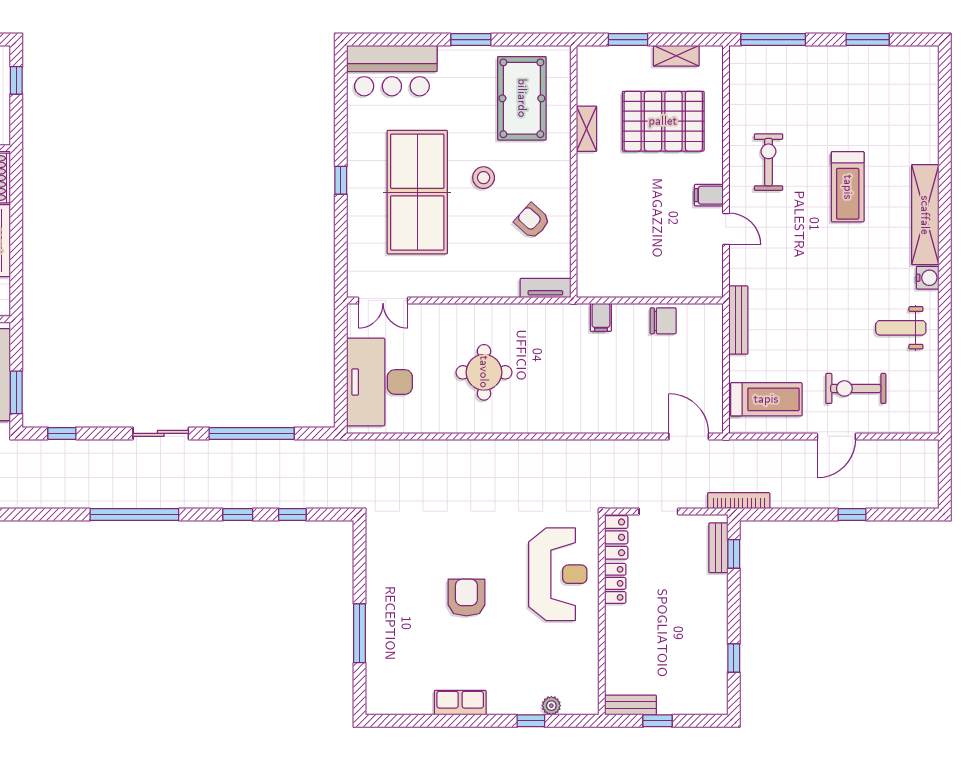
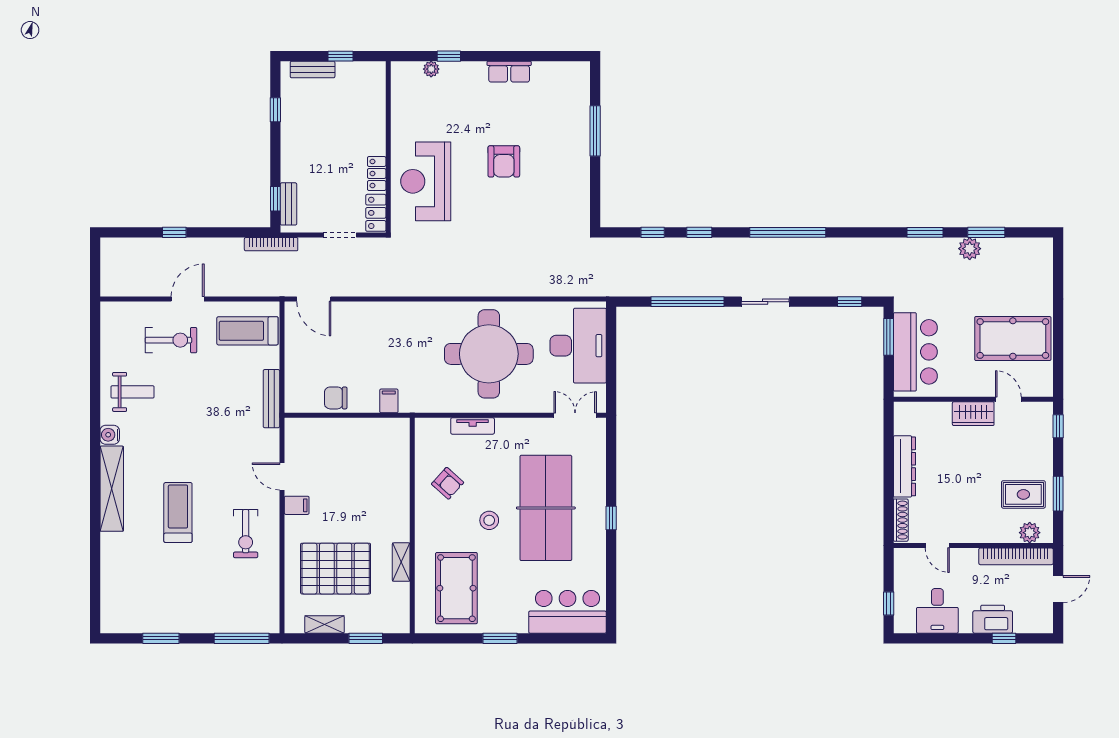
tv unit: (545, 288) -> (473, 426), moved
round table: (484, 372) -> (489, 354), width x1.86, depth x1.86
bench: (630, 705) -> (313, 70), moved

